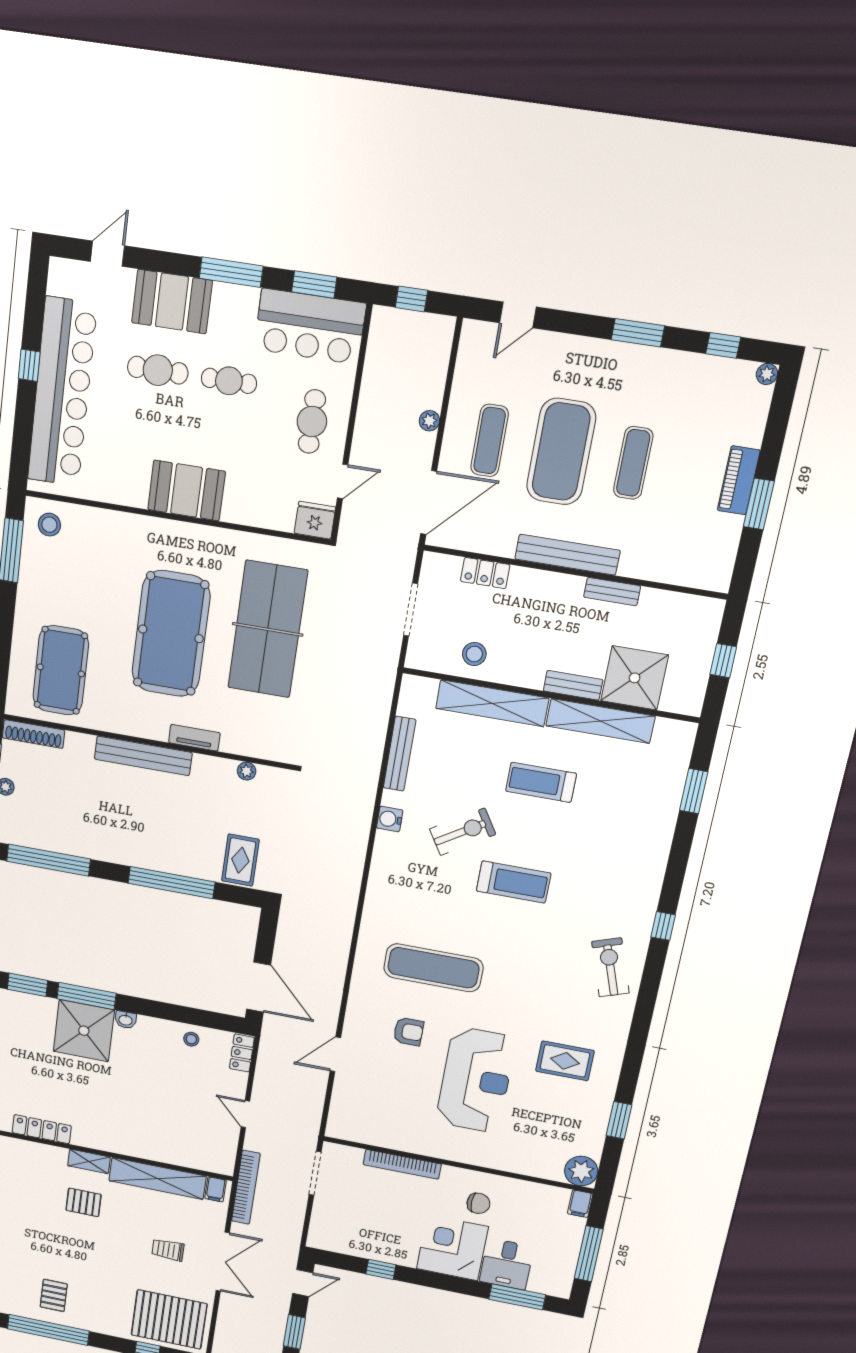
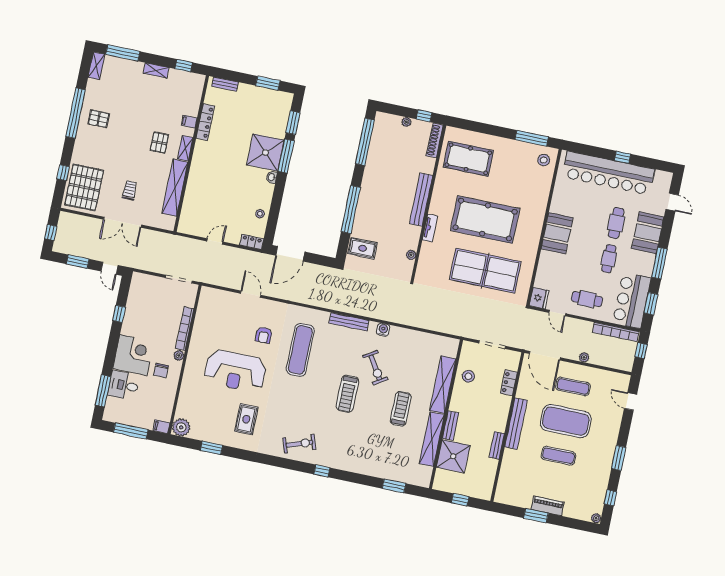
bench: (400, 754) -> (349, 322), moved
plant: (451, 1174) -> (179, 355), added
bookcase: (246, 1187) -> (616, 332), moved
filing cabinet: (216, 1189) -> (189, 122), moved

